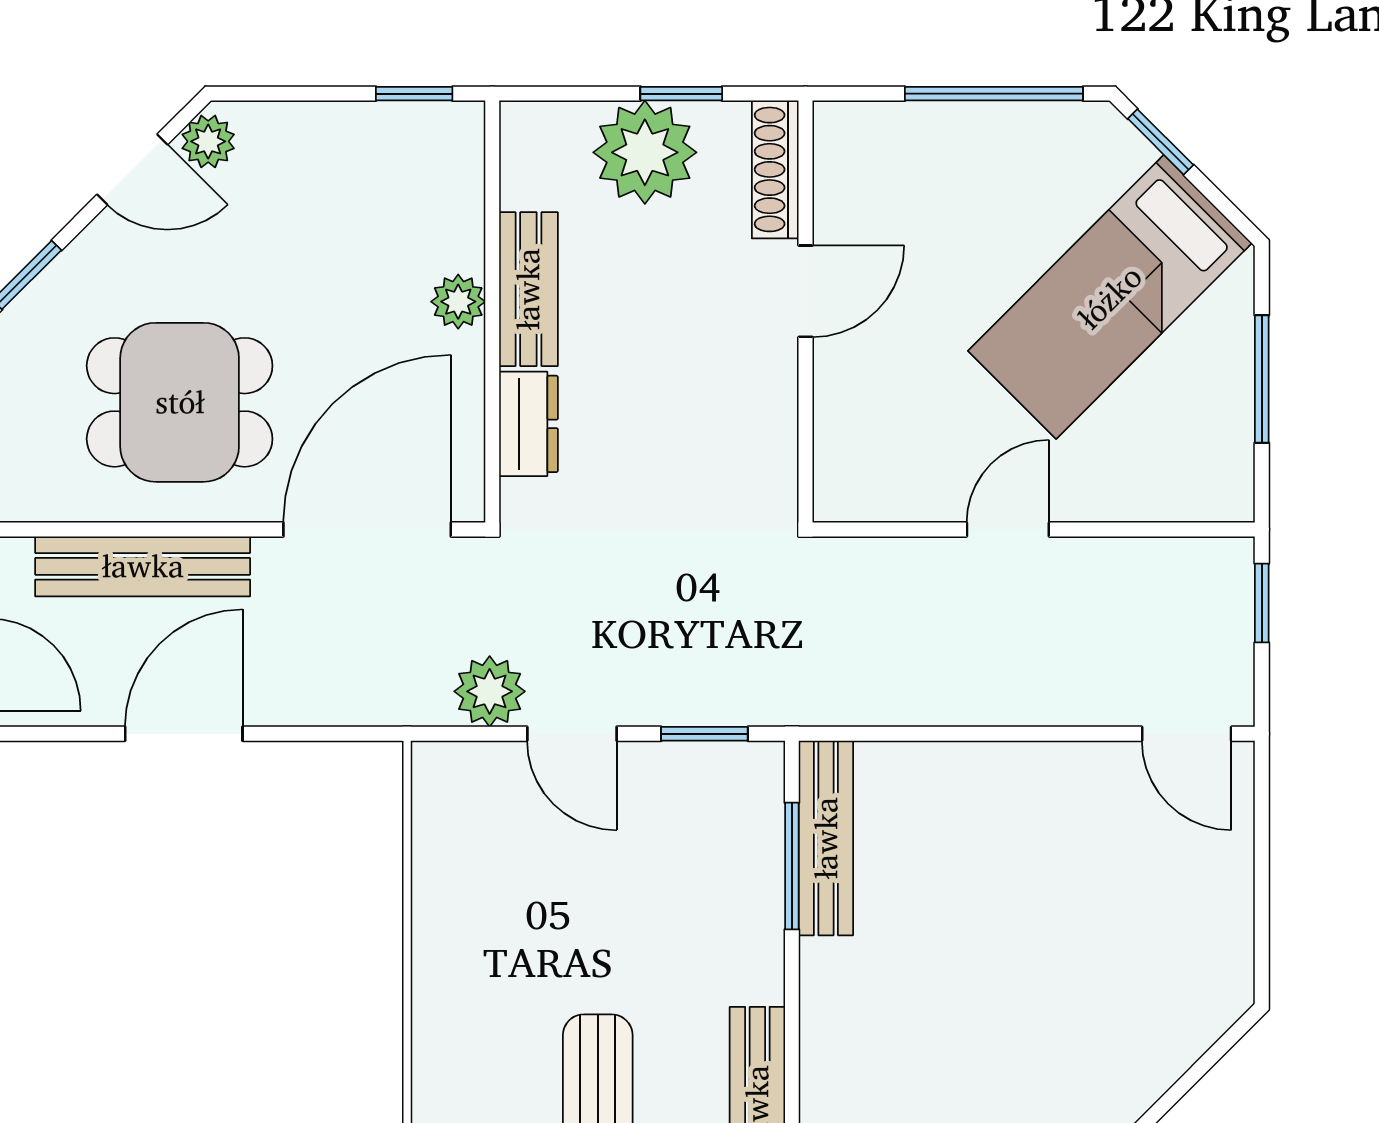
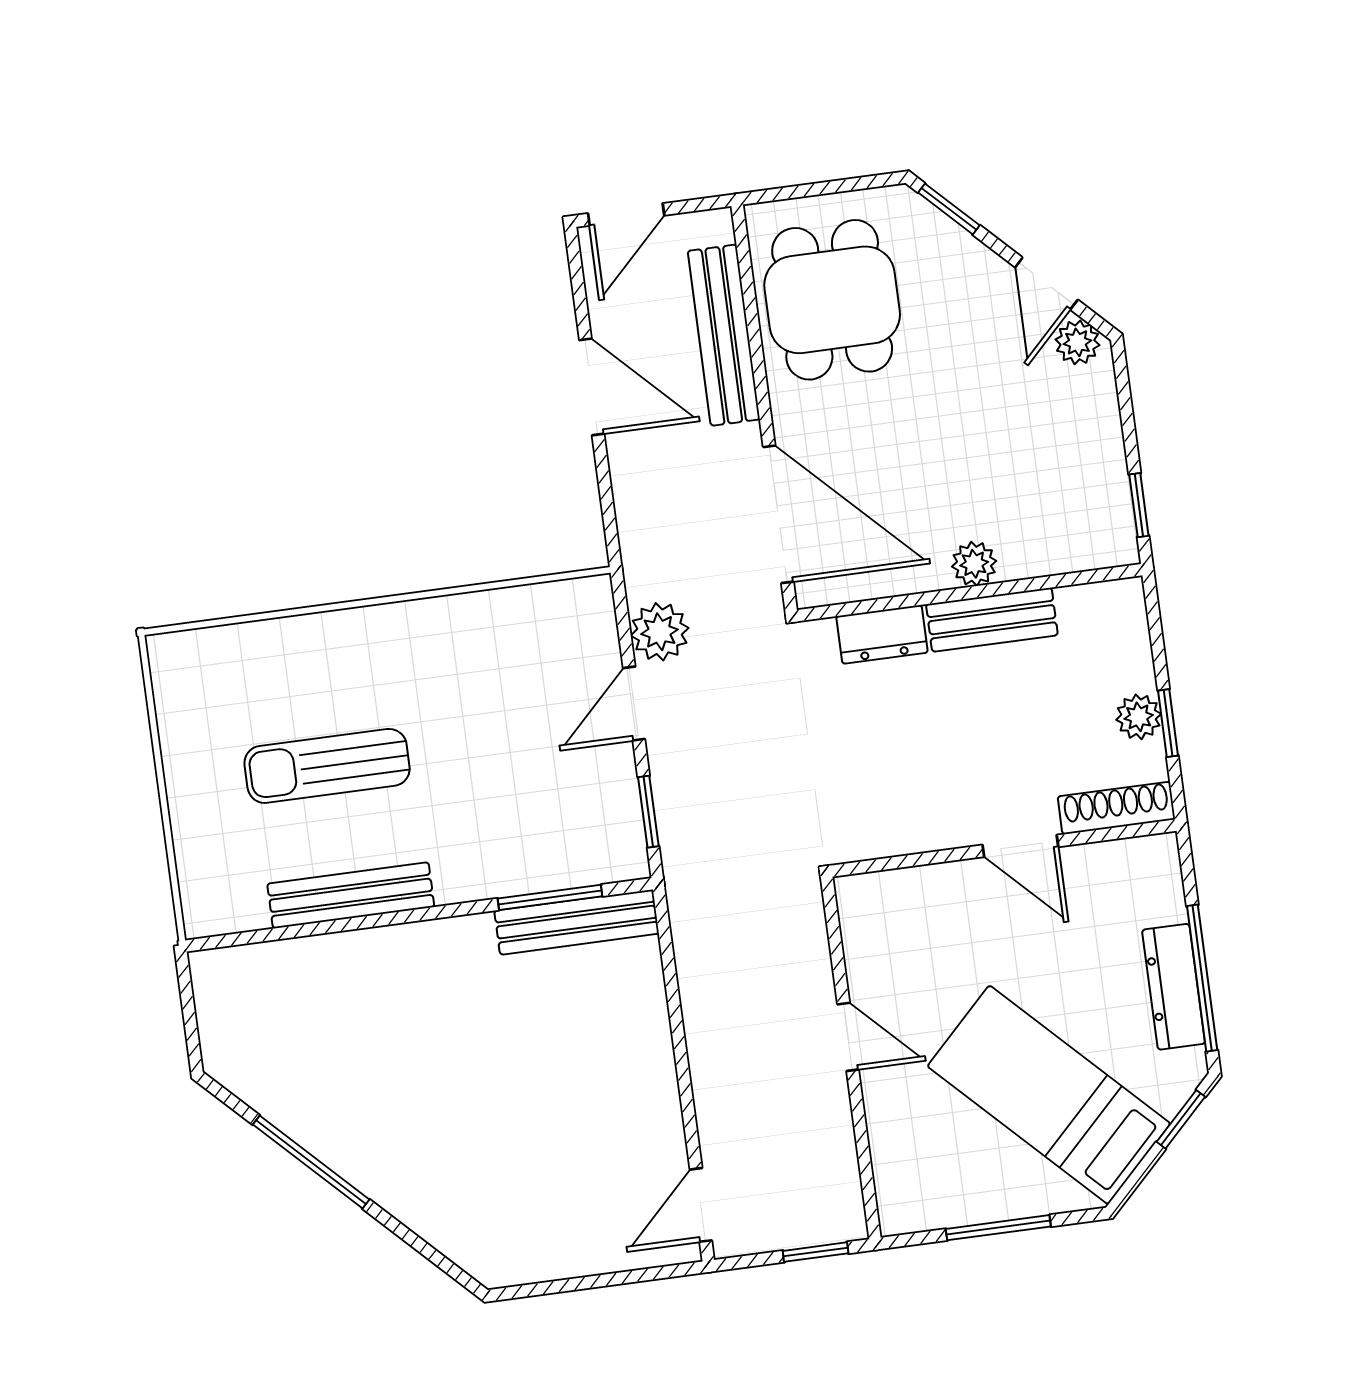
dresser: (1000, 129) -> (1174, 987), added
plant: (645, 152) -> (1139, 717), width x0.53, depth x0.53
dining table: (180, 402) -> (832, 300), moved

